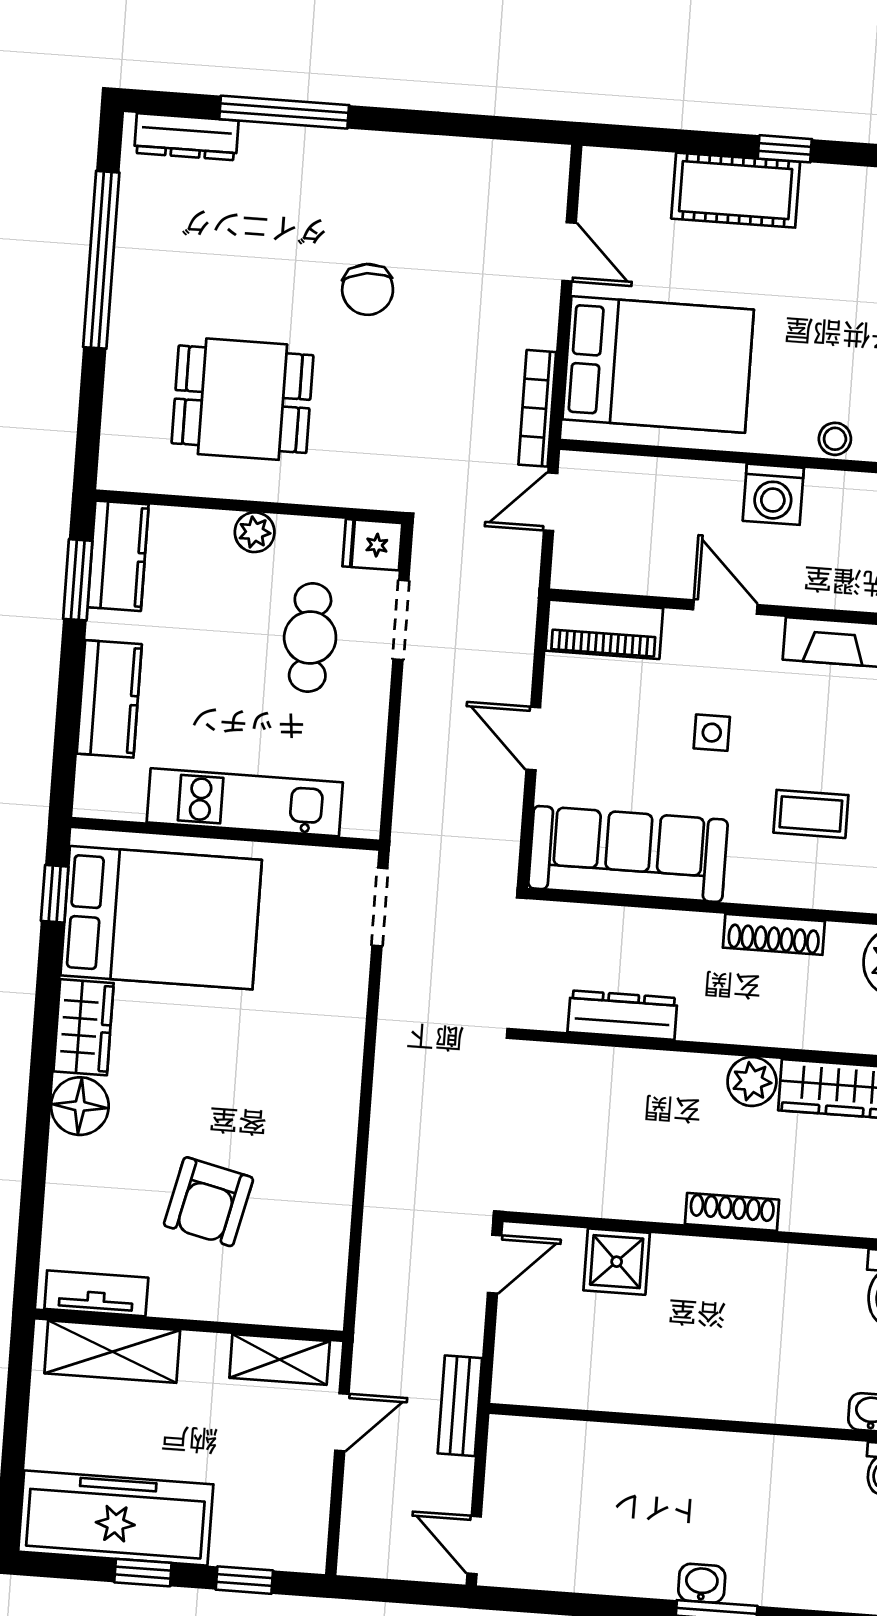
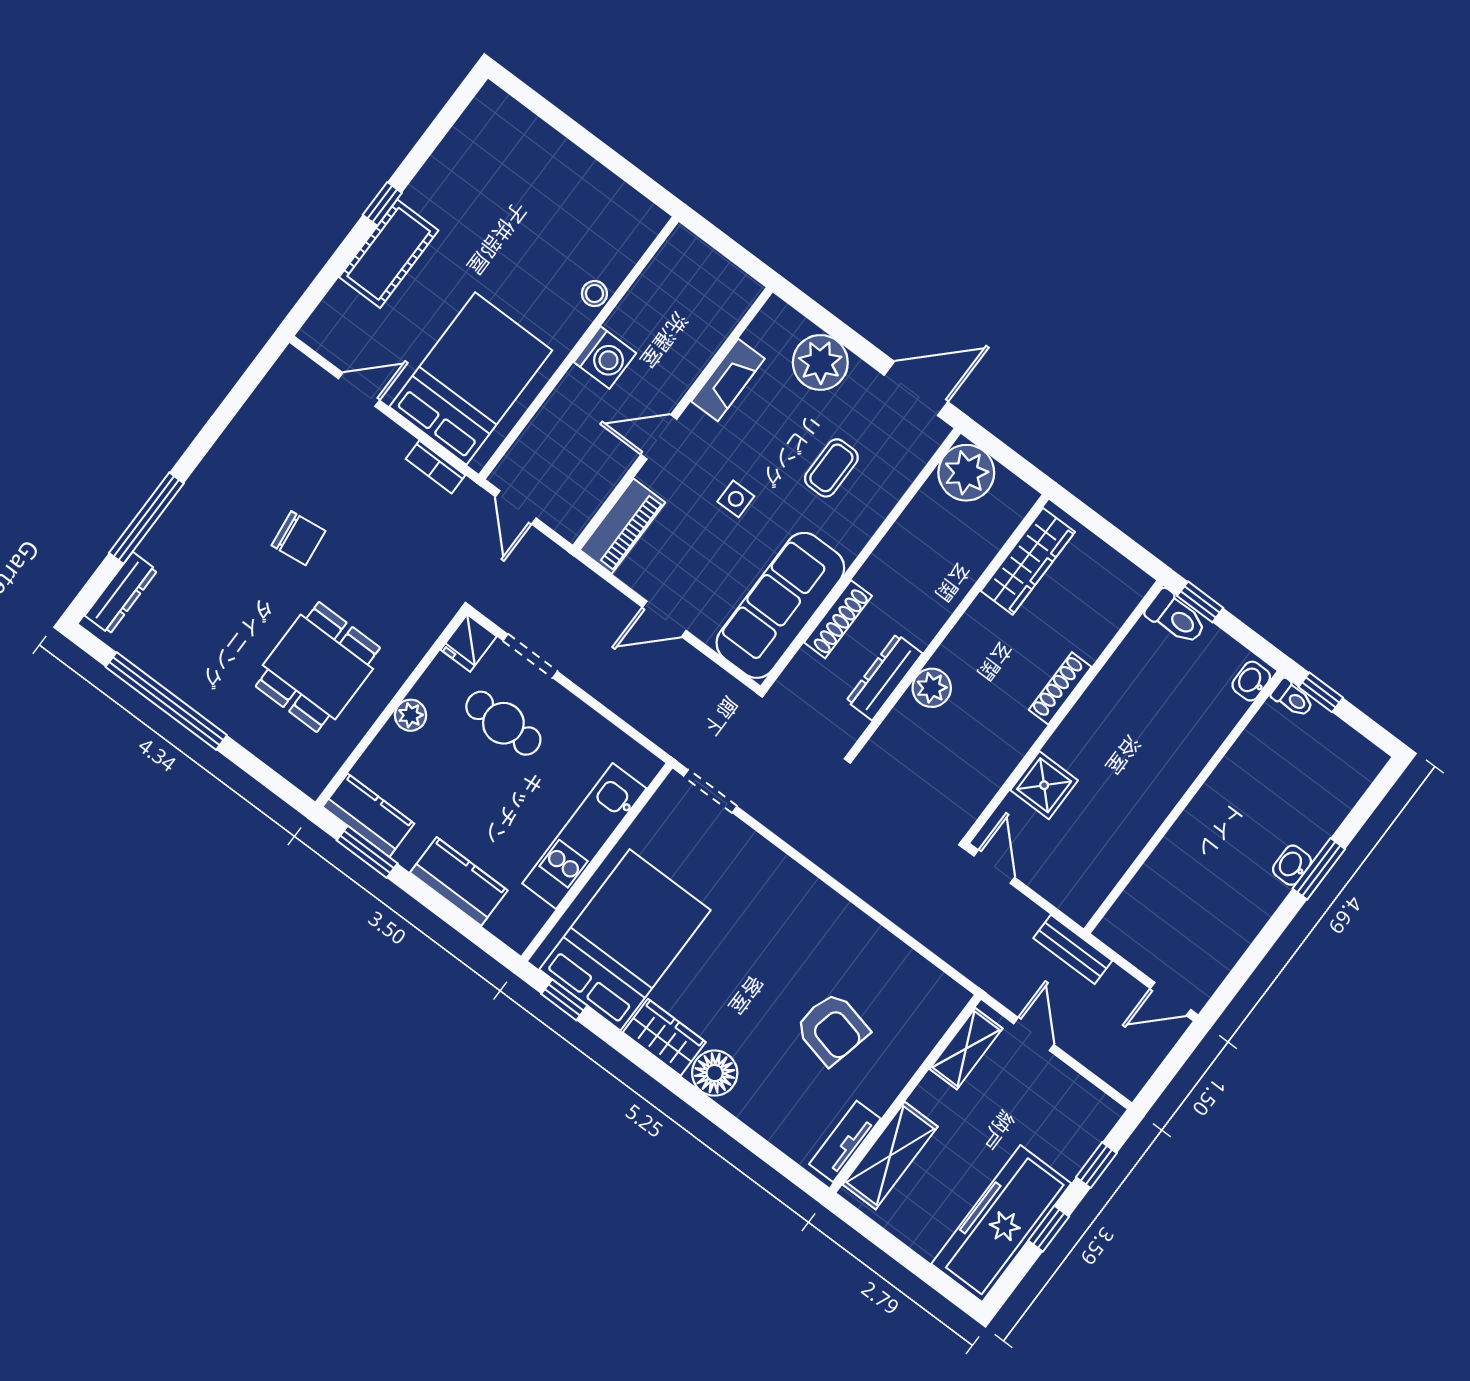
bookcase: (537, 408) -> (435, 467), width x0.64
shoe rack: (774, 934) -> (838, 619), moved
plant: (752, 1081) -> (932, 688), moved

